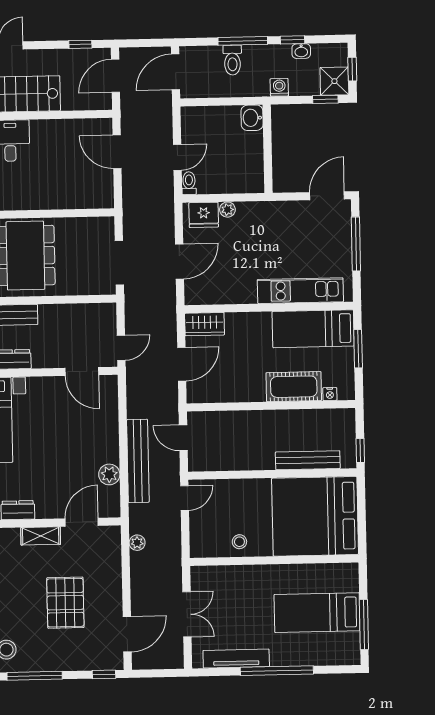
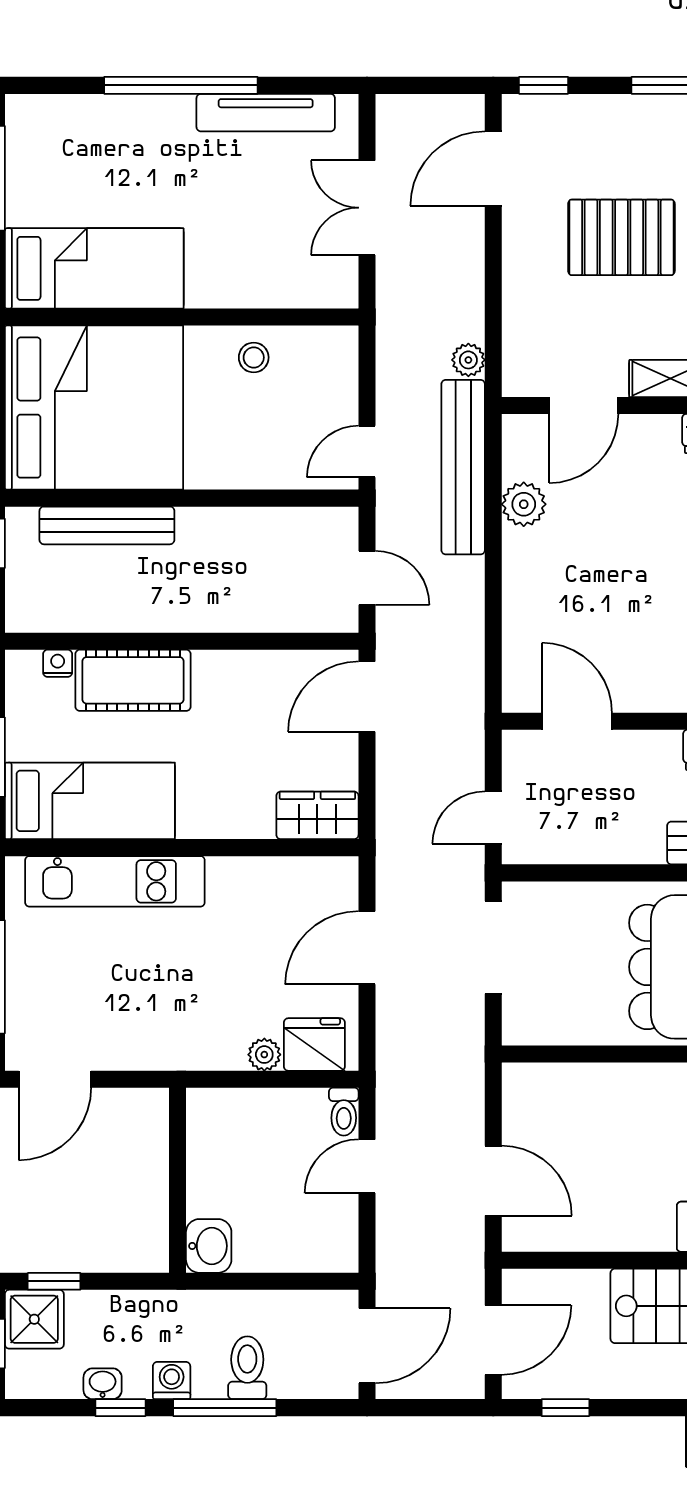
washing machine: (279, 87) -> (172, 1381), moved, turned 180
door: (121, 348) -> (493, 818), moved
door: (182, 364) -> (367, 697), moved
bench: (138, 461) -> (463, 467), moved
pallet: (65, 603) -> (621, 237), turned 90
bed: (317, 613) -> (94, 268), moved

